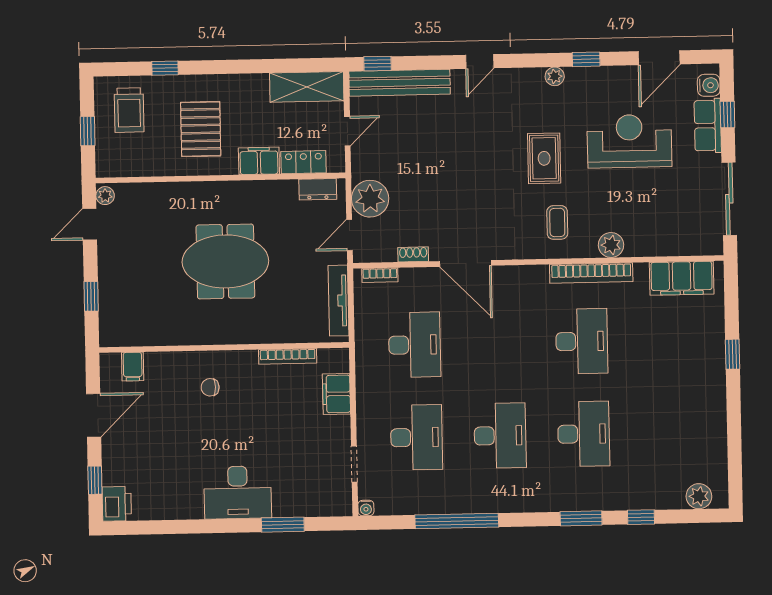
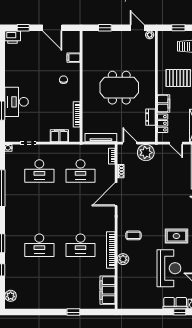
rug: (544, 158) -> (176, 236), moved
dresser: (318, 189) -> (151, 117), moved
sliding door: (729, 199) -> (142, 312), removed
meeting table: (225, 261) -> (119, 88), turned 90
filing cabinet: (133, 367) -> (73, 58), moved
desk: (500, 436) -> (39, 208), removed
desk: (238, 492) -> (17, 102), moved

